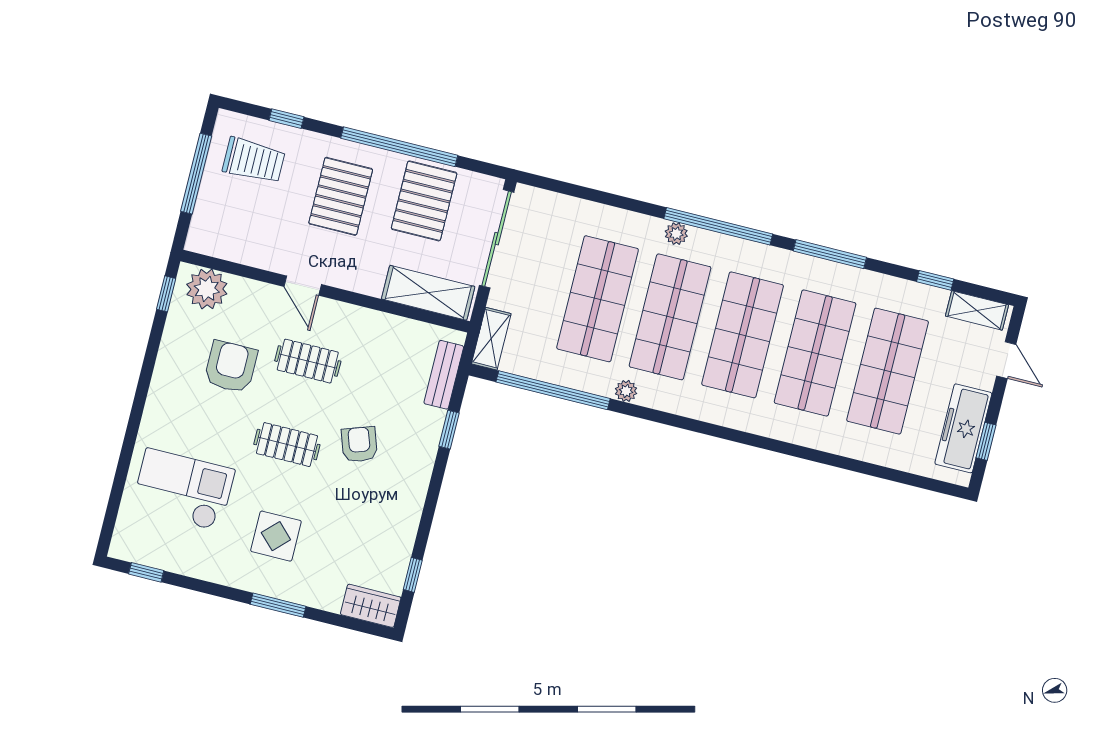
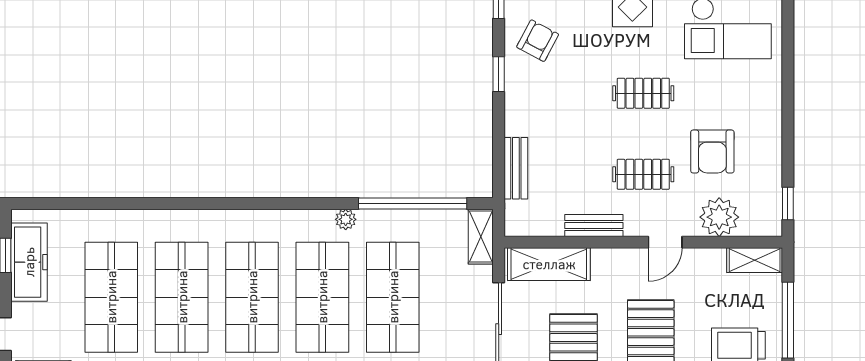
shelving: (215, 244) -> (755, 260), added
door: (303, 286) -> (665, 242), swing flipped
plant: (207, 289) -> (719, 217), moved
bench: (372, 321) -> (594, 226), added
bench: (444, 375) -> (516, 168), moved
window: (449, 430) -> (499, 74), moved
armchair: (359, 444) -> (538, 41), moved, turned -133

